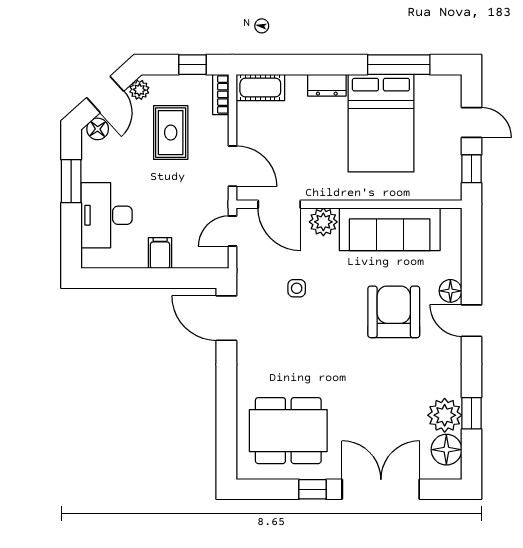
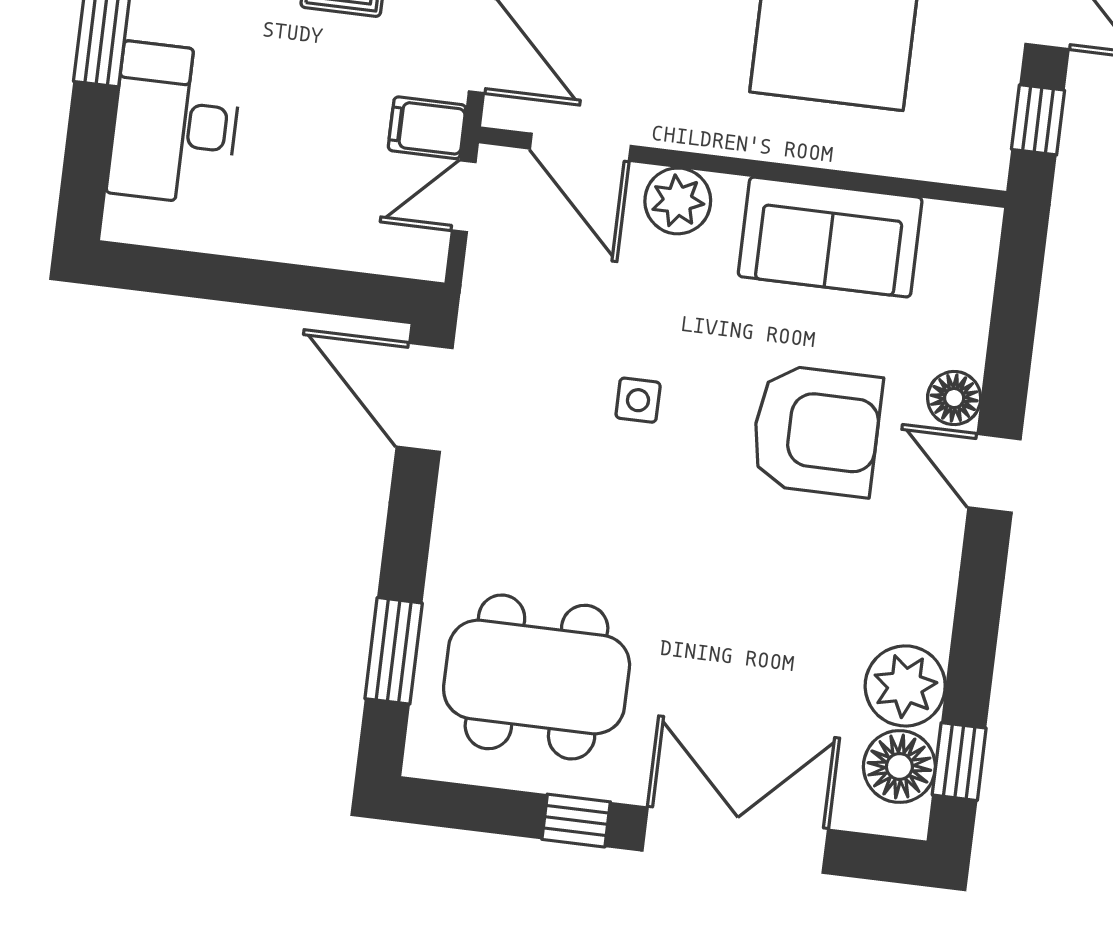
sofa: (390, 229) -> (830, 237), width x0.73
filing cabinet: (160, 253) -> (427, 128), moved, turned -90
side table: (297, 288) -> (638, 400), moved
armchair: (394, 312) -> (816, 431), turned 90
window: (471, 413) -> (959, 762), moved
window: (226, 427) -> (394, 651), added

